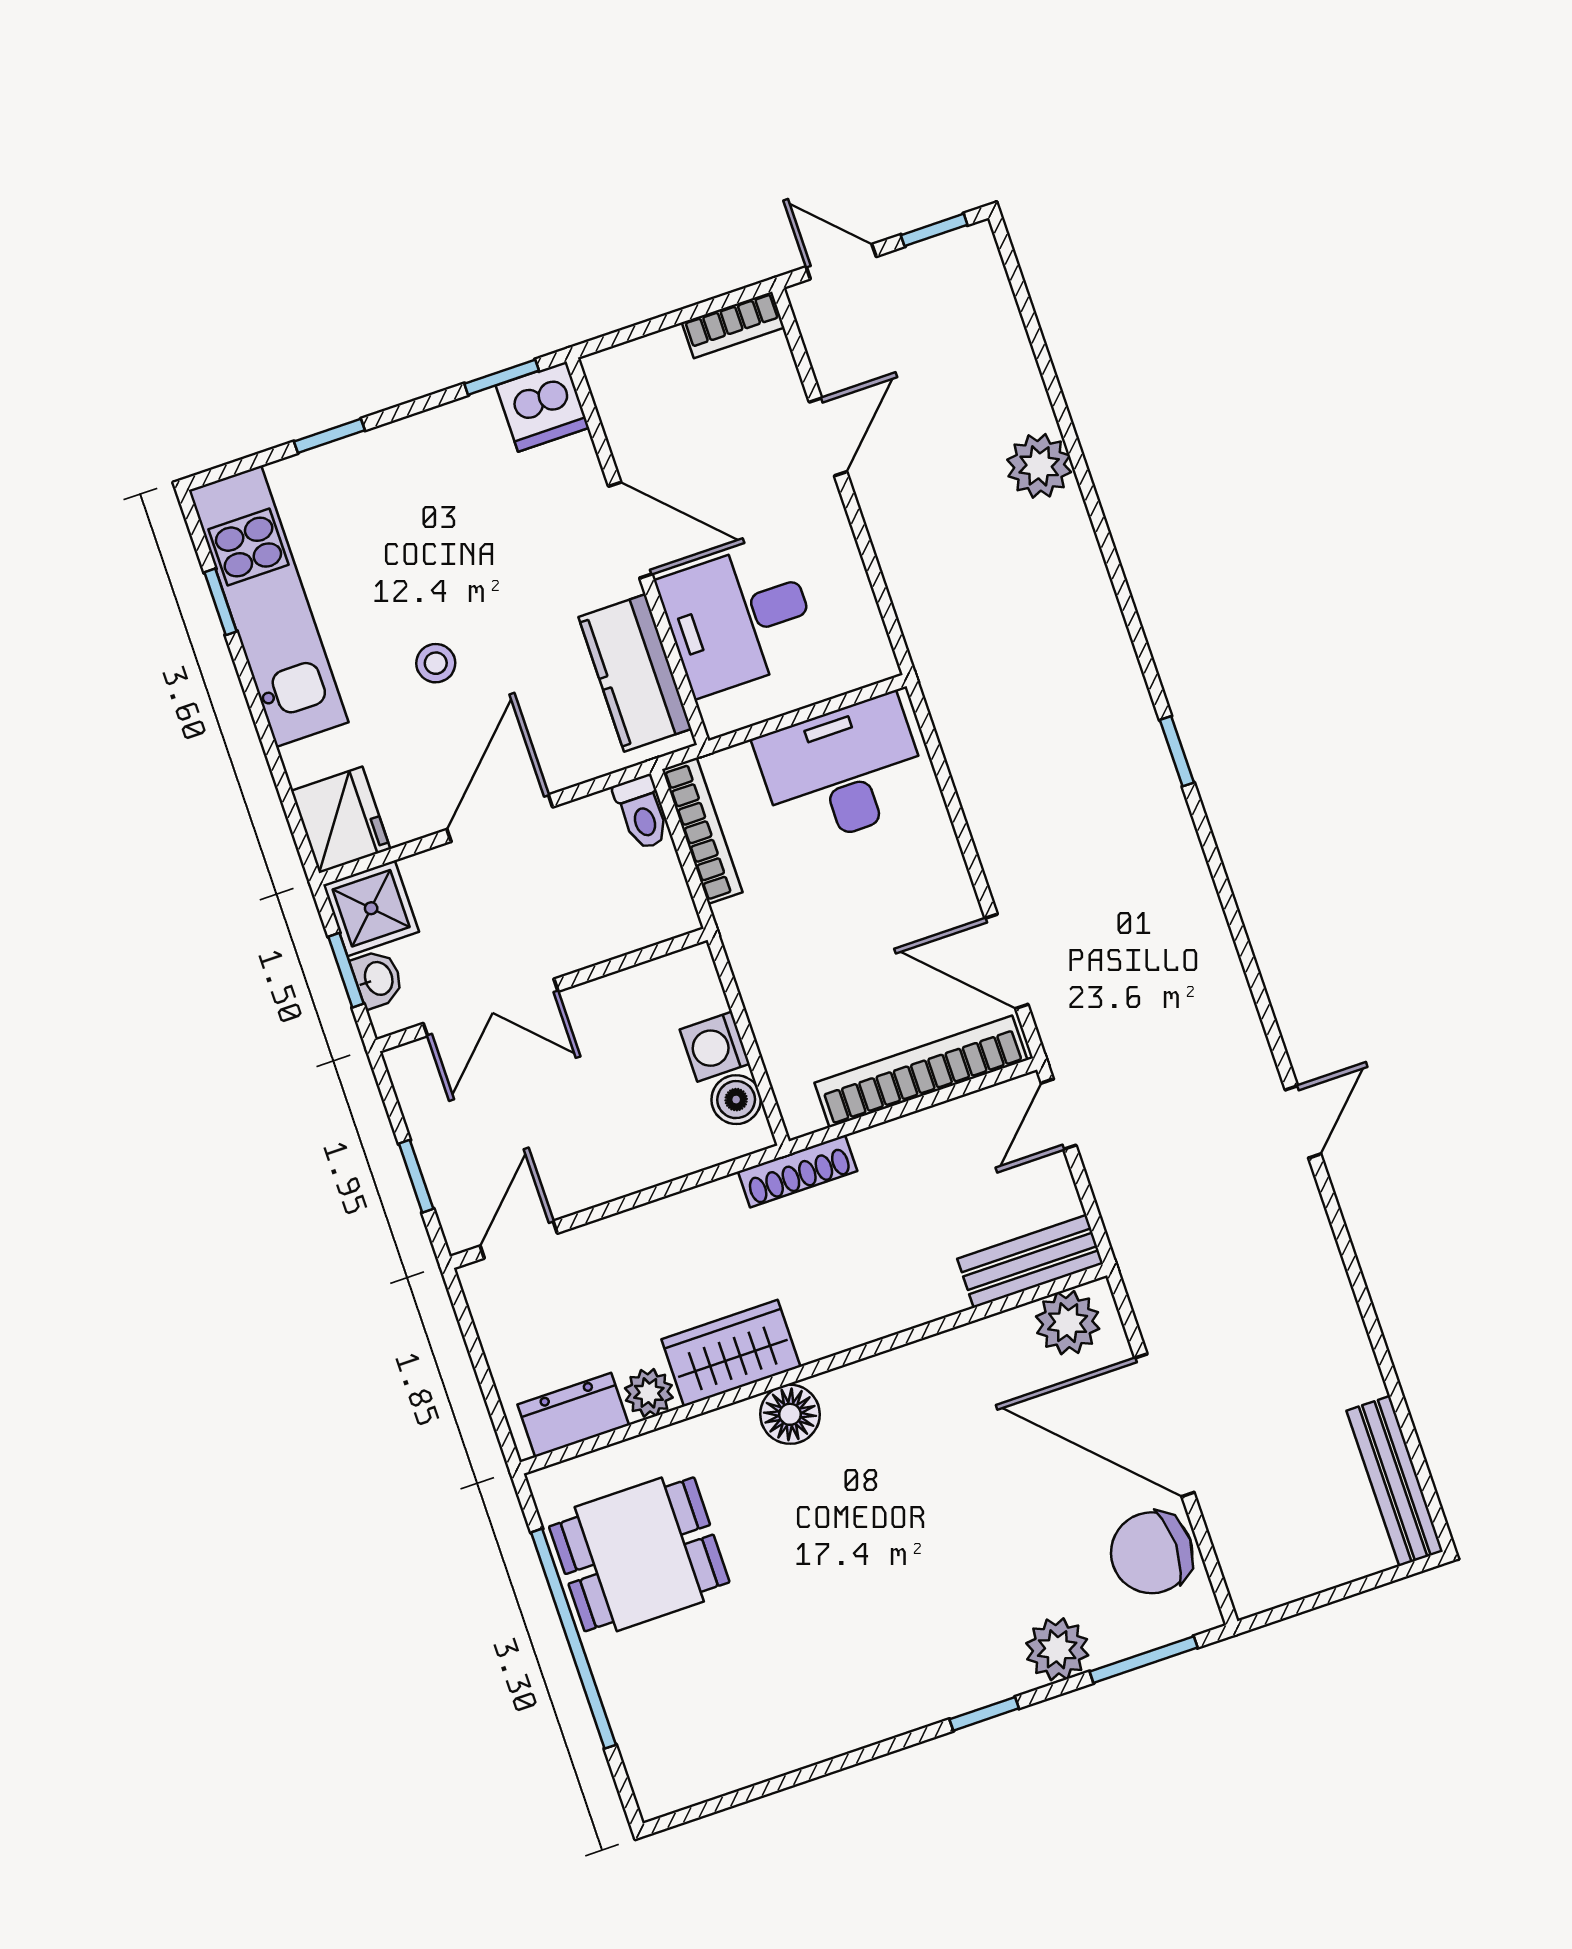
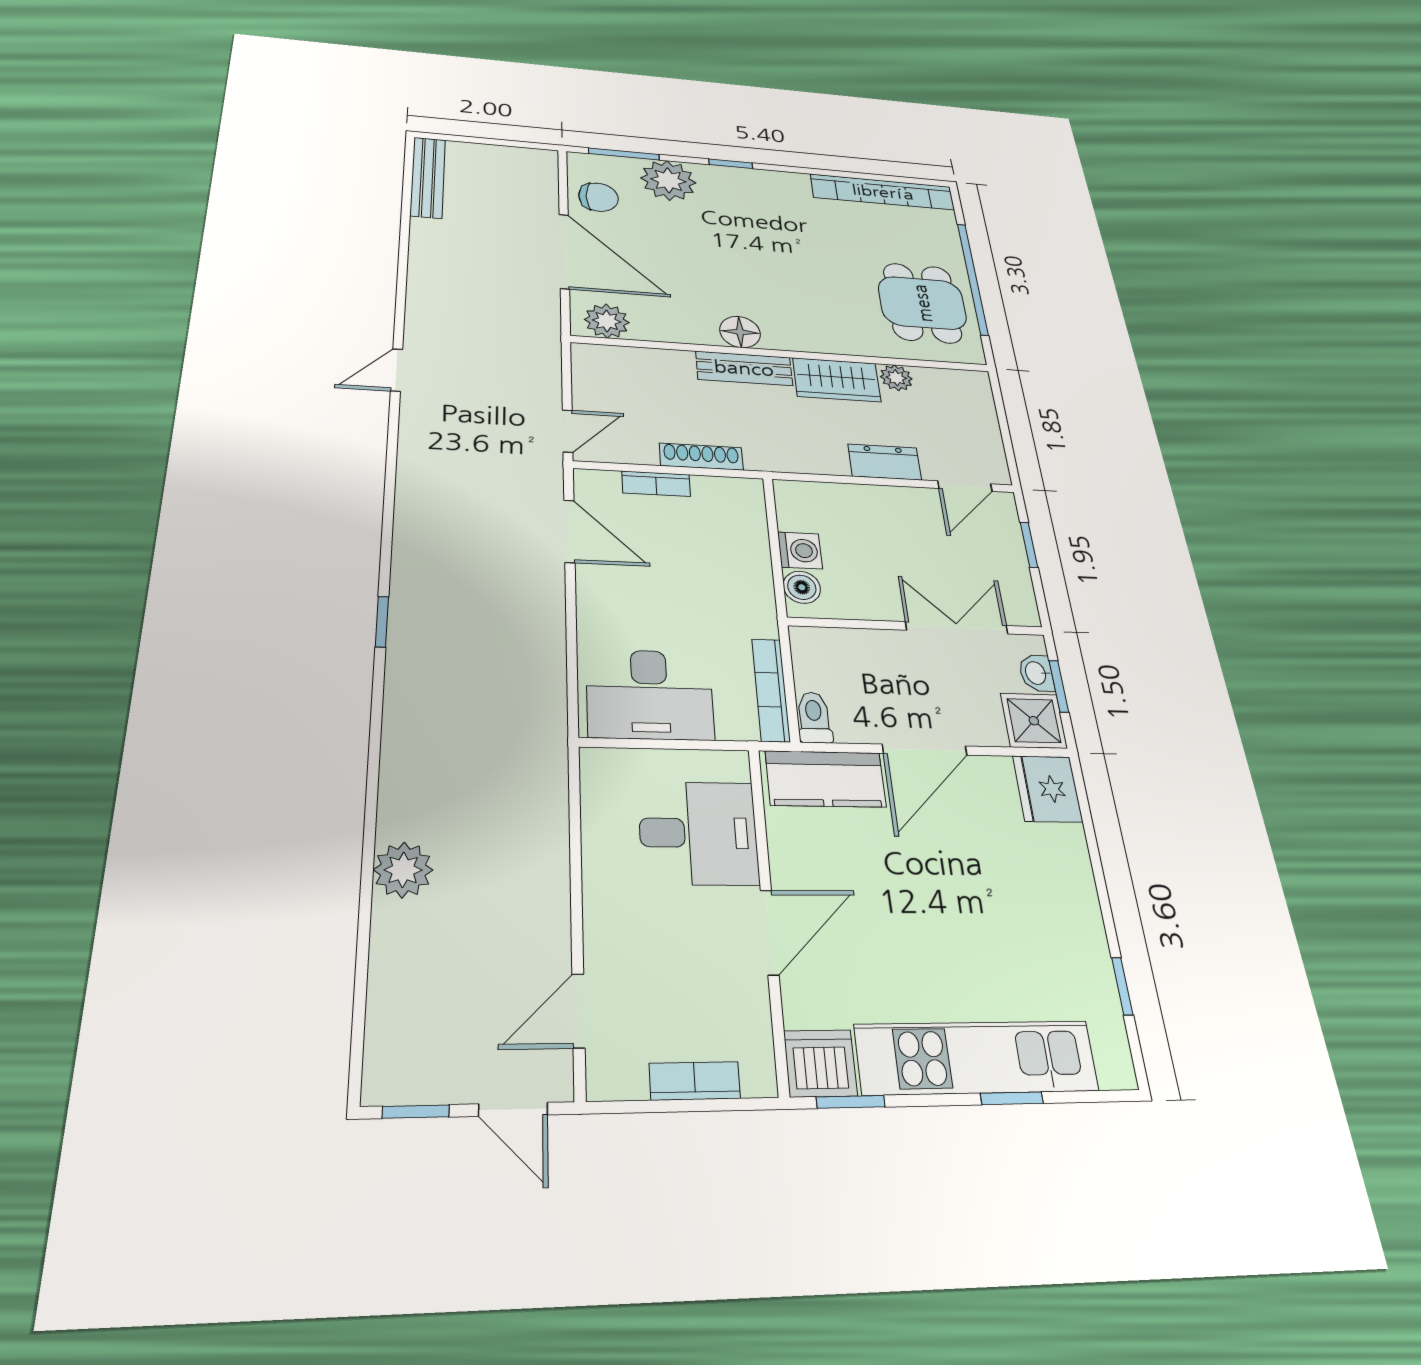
bookcase: (733, 325) -> (695, 1081), moved
door: (828, 437) -> (578, 1011), moved
door: (630, 530) -> (770, 932), swing flipped
kitchen unit: (269, 606) -> (977, 1058), moved, turned 90
stool: (436, 663) -> (953, 880), removed
kitchen counter: (635, 673) -> (826, 779), moved, turned 90
bookcase: (921, 1071) -> (656, 484), width x0.43, depth x0.76
boiler: (736, 1100) -> (802, 587), moved
shoe rack: (798, 1171) -> (701, 457), moved
bench: (1030, 1261) -> (744, 368), moved
floor lamp: (790, 1414) -> (740, 332), moved
dresser: (573, 1415) -> (885, 462), moved, turned 180
chair: (1152, 1553) -> (598, 197), width x0.73, depth x0.73
dining table: (639, 1554) -> (922, 303), turned 90
plant: (1057, 1649) -> (668, 180), width x1.36, depth x1.36
bookcase: (744, 1762) -> (883, 192), added

